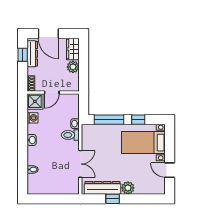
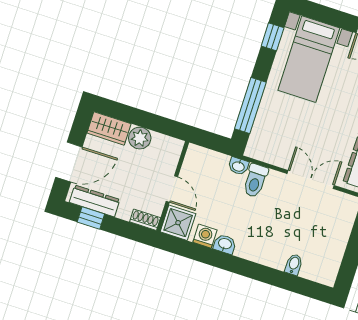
window: (138, 120) -> (273, 37), moved
washbasin: (32, 140) -> (225, 244), moved

